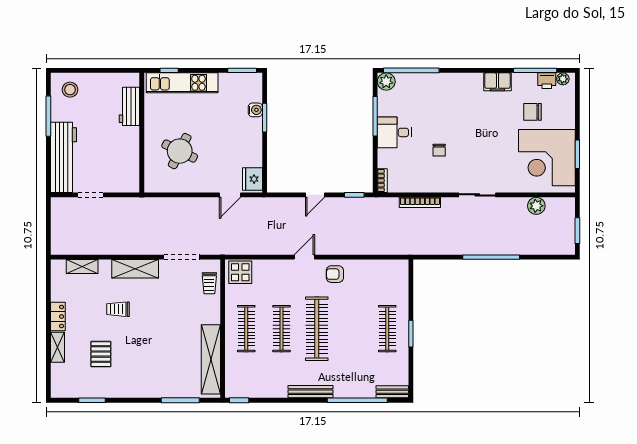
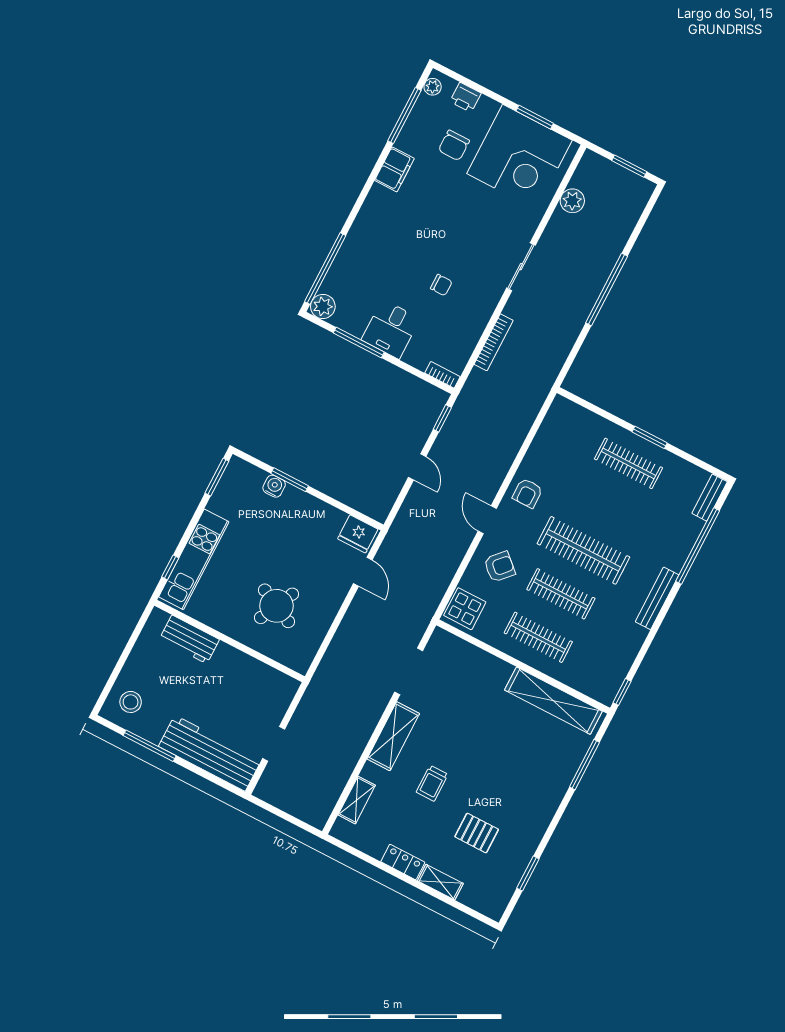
printer: (547, 81) -> (465, 97), moved, turned 90
armchair: (279, 280) -> (499, 567), added
trolley: (209, 283) -> (459, 654), removed

